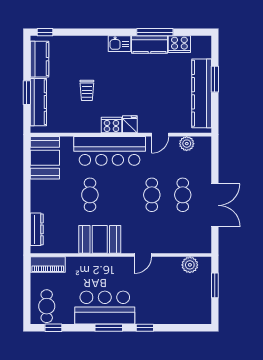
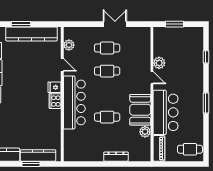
trolley: (87, 90) -> (29, 119), removed
booth: (45, 158) -> (79, 151), removed
double door: (215, 205) -> (115, 24), width x0.73
dresser: (37, 229) -> (116, 157), moved
plant: (70, 246) -> (145, 132), added
plant: (190, 265) -> (159, 63), moved
bar counter: (105, 308) -> (166, 112), moved, turned 180
window: (53, 328) -> (206, 144), removed
window: (145, 328) -> (206, 57), moved

